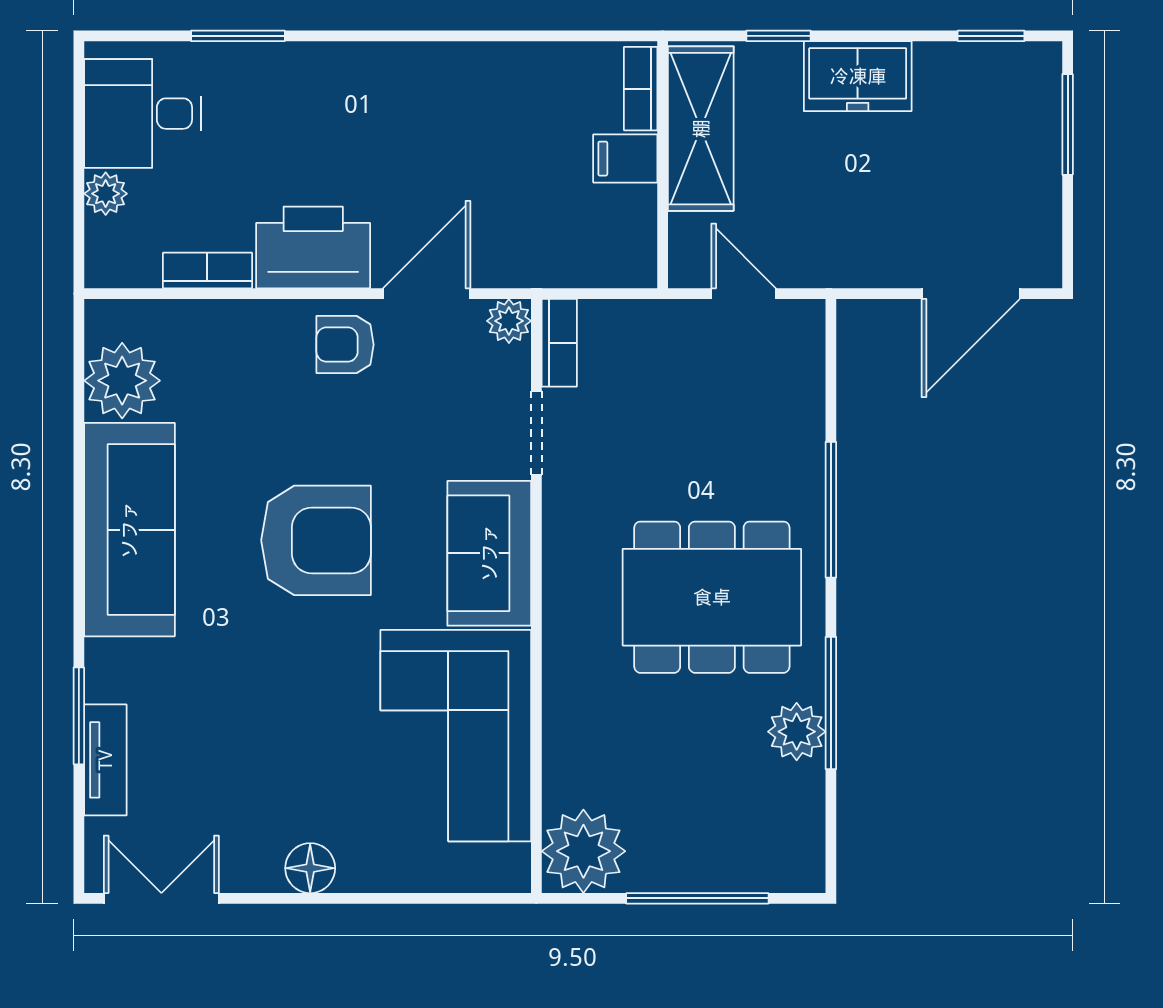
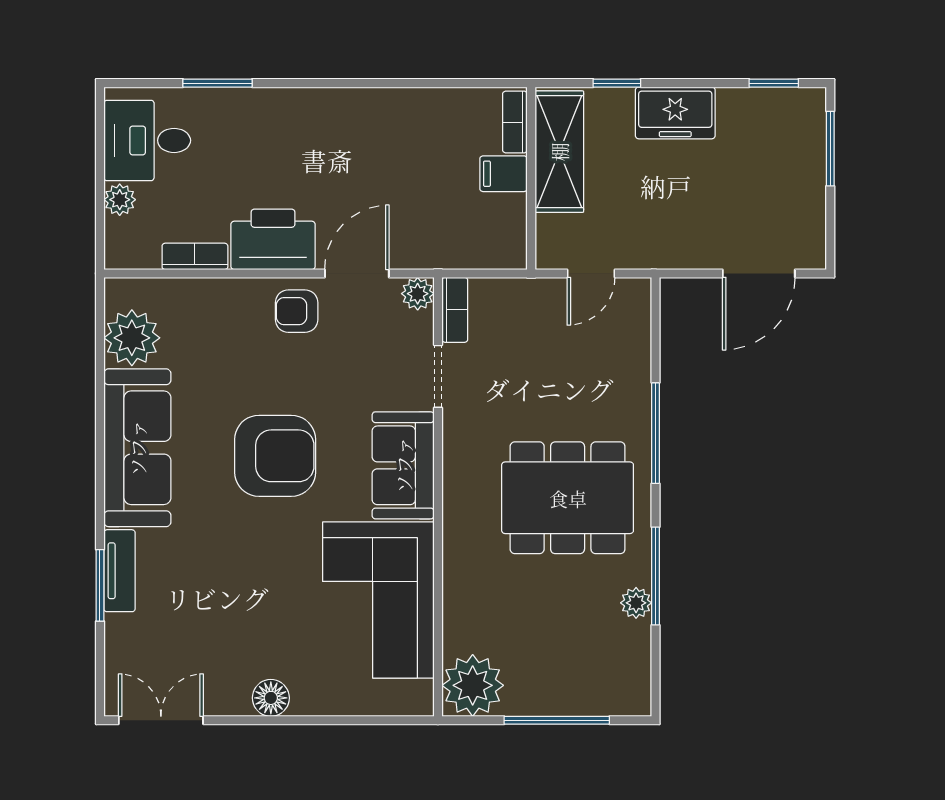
door: (744, 294) -> (591, 273), swing flipped
plant: (797, 732) -> (636, 603), width x0.73, depth x0.73
tv unit: (105, 760) -> (119, 571), moved

